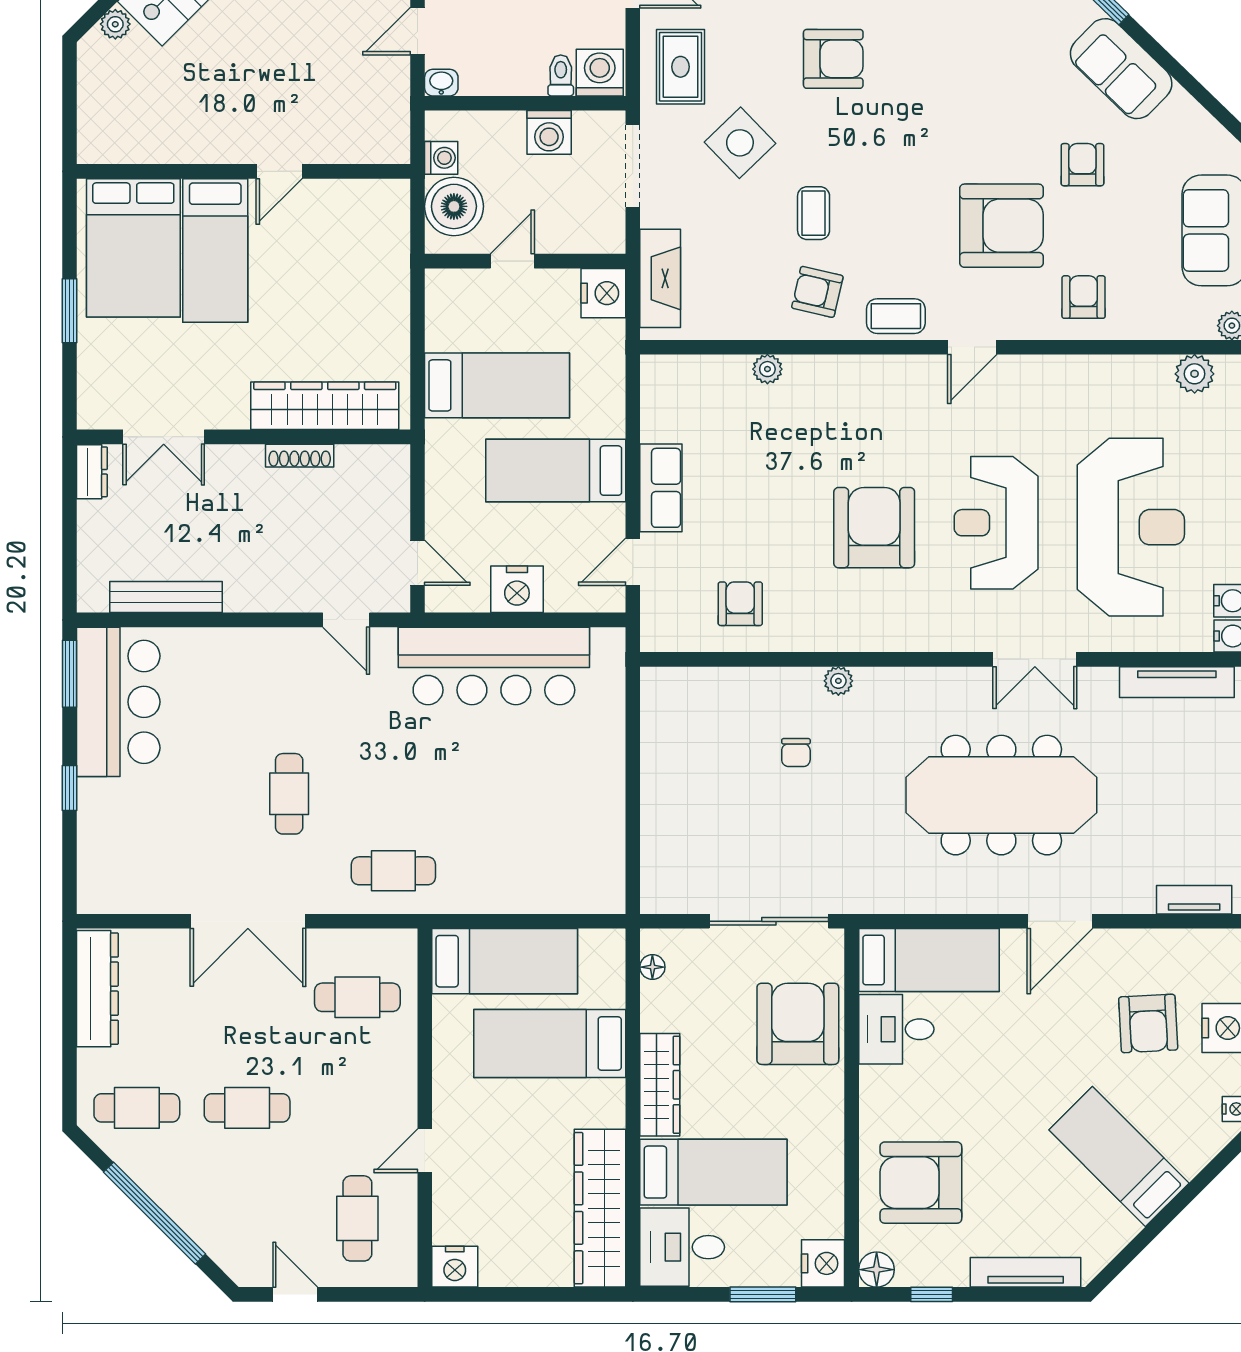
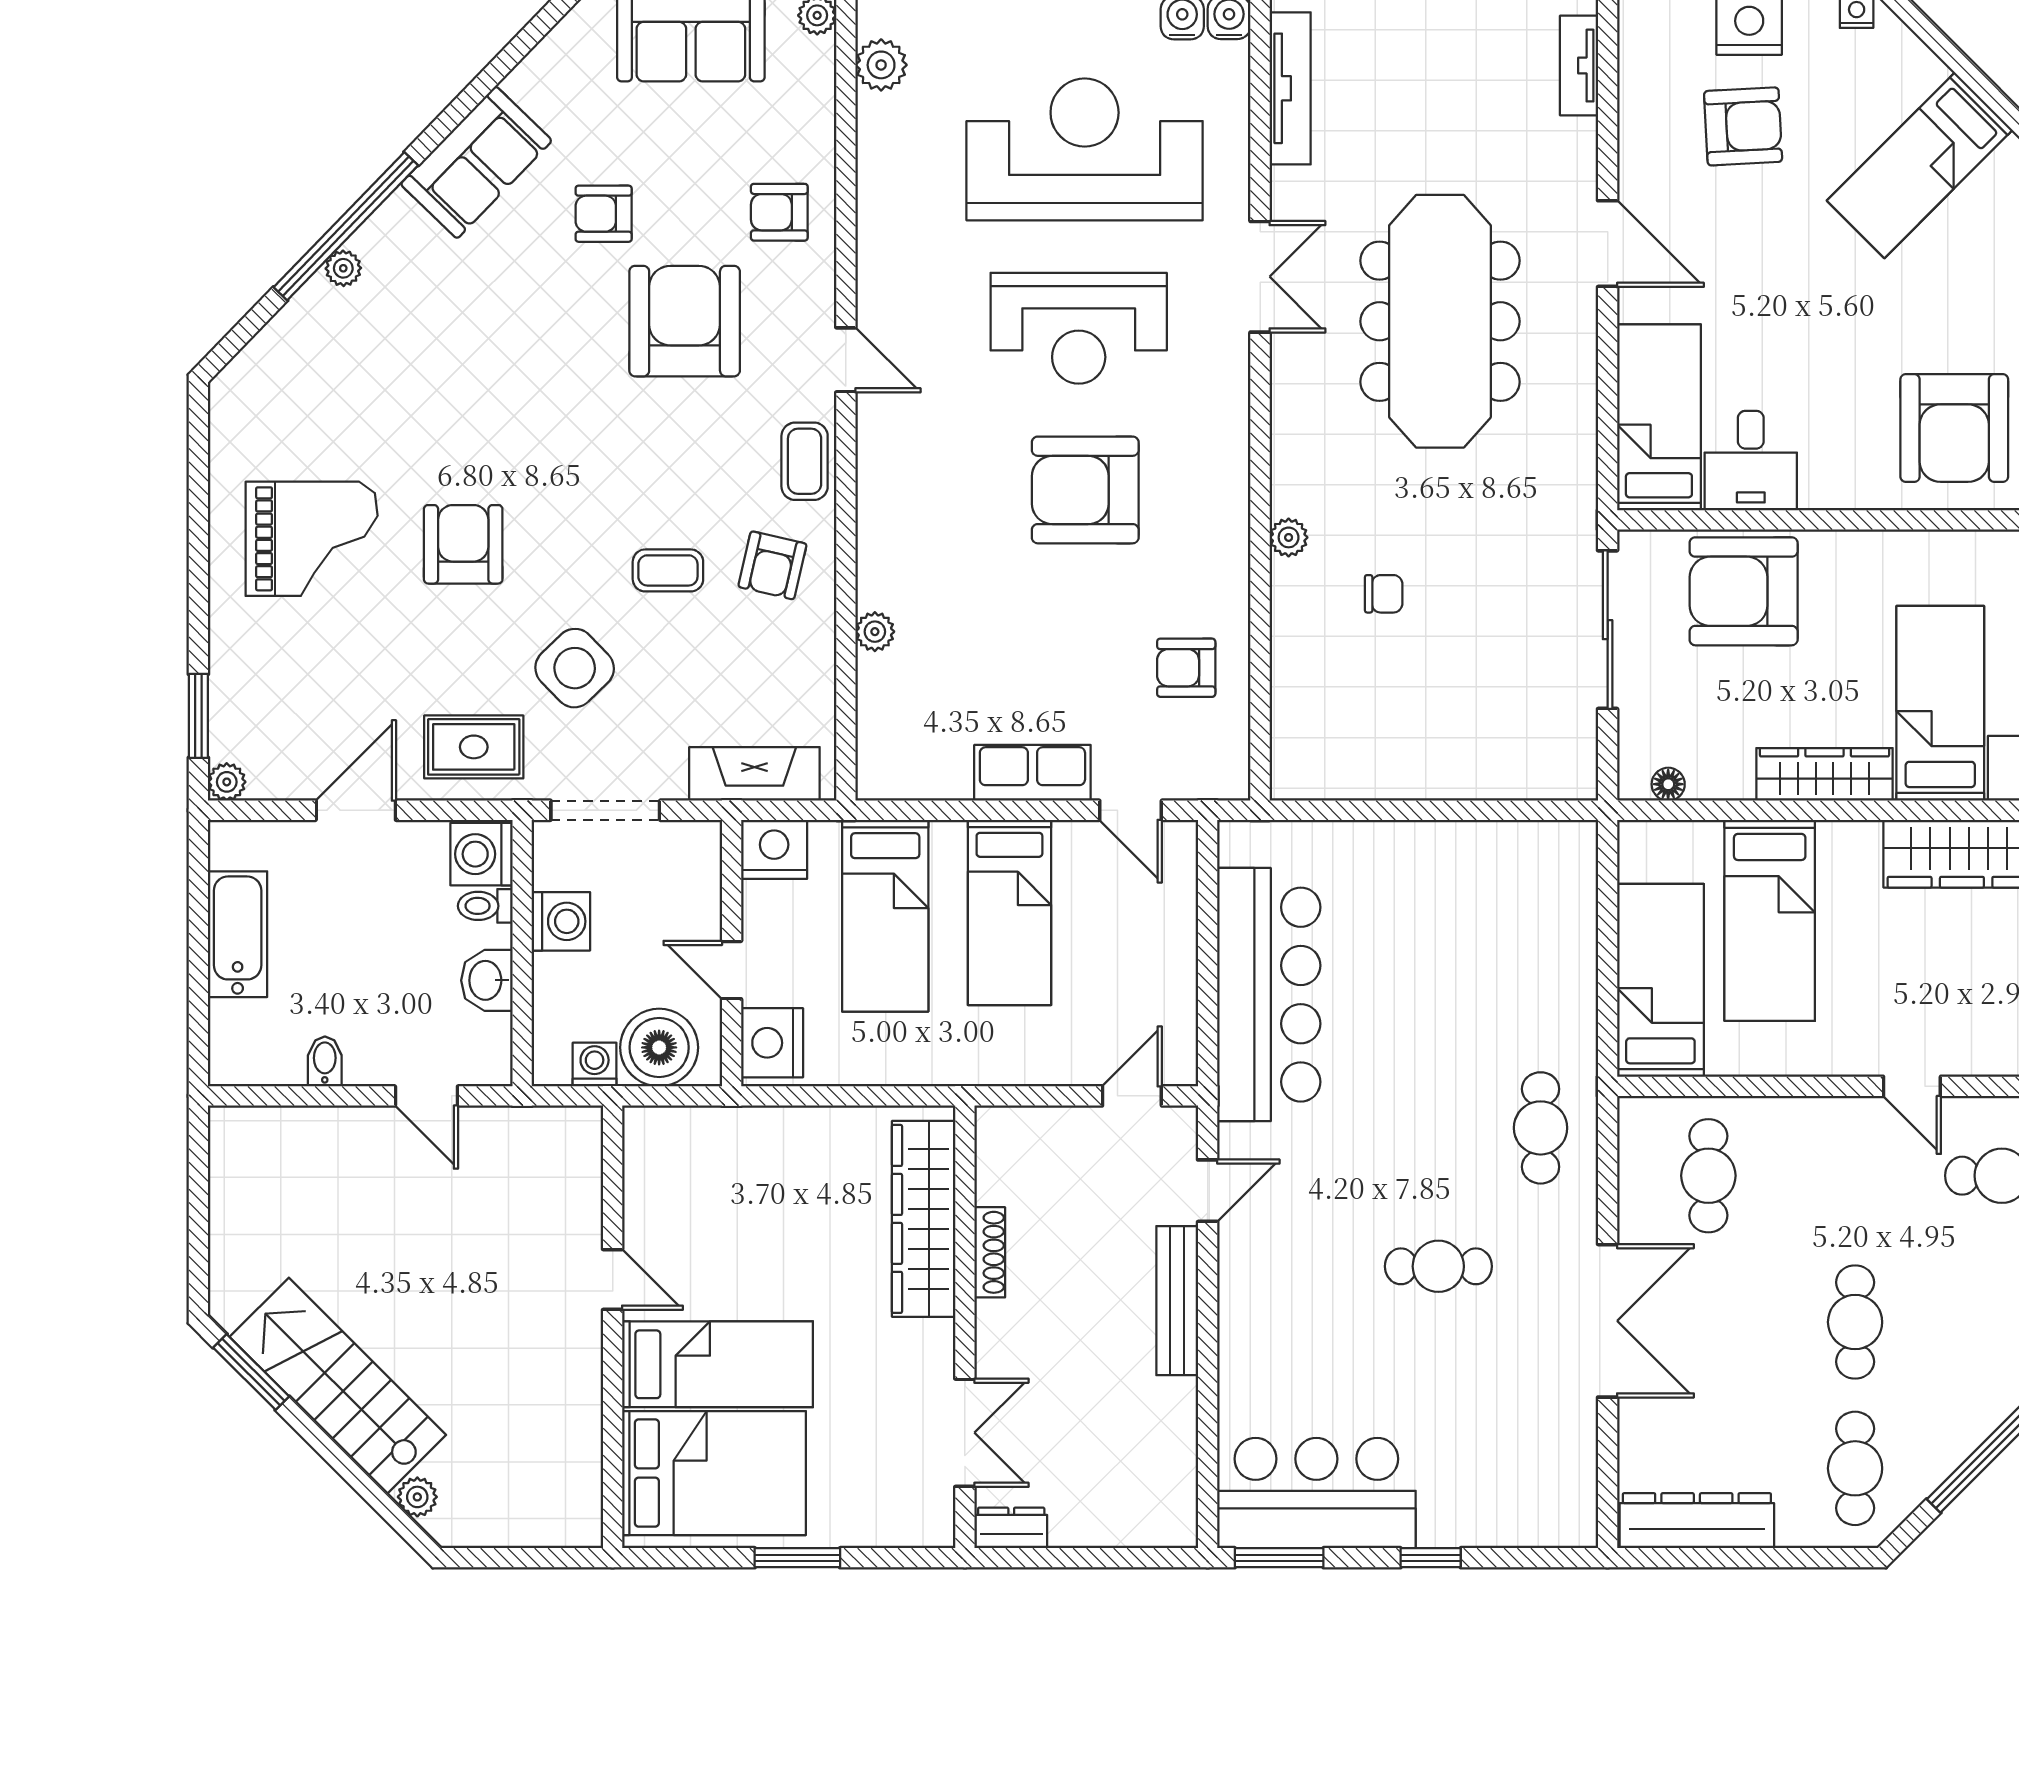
washbasin: (441, 83) -> (487, 980), moved, width x1.38, depth x1.45
bed: (497, 385) -> (885, 916), moved, turned 180
nightstand: (517, 589) -> (772, 1043), moved, turned 180
bench: (166, 597) -> (1177, 1301), moved

